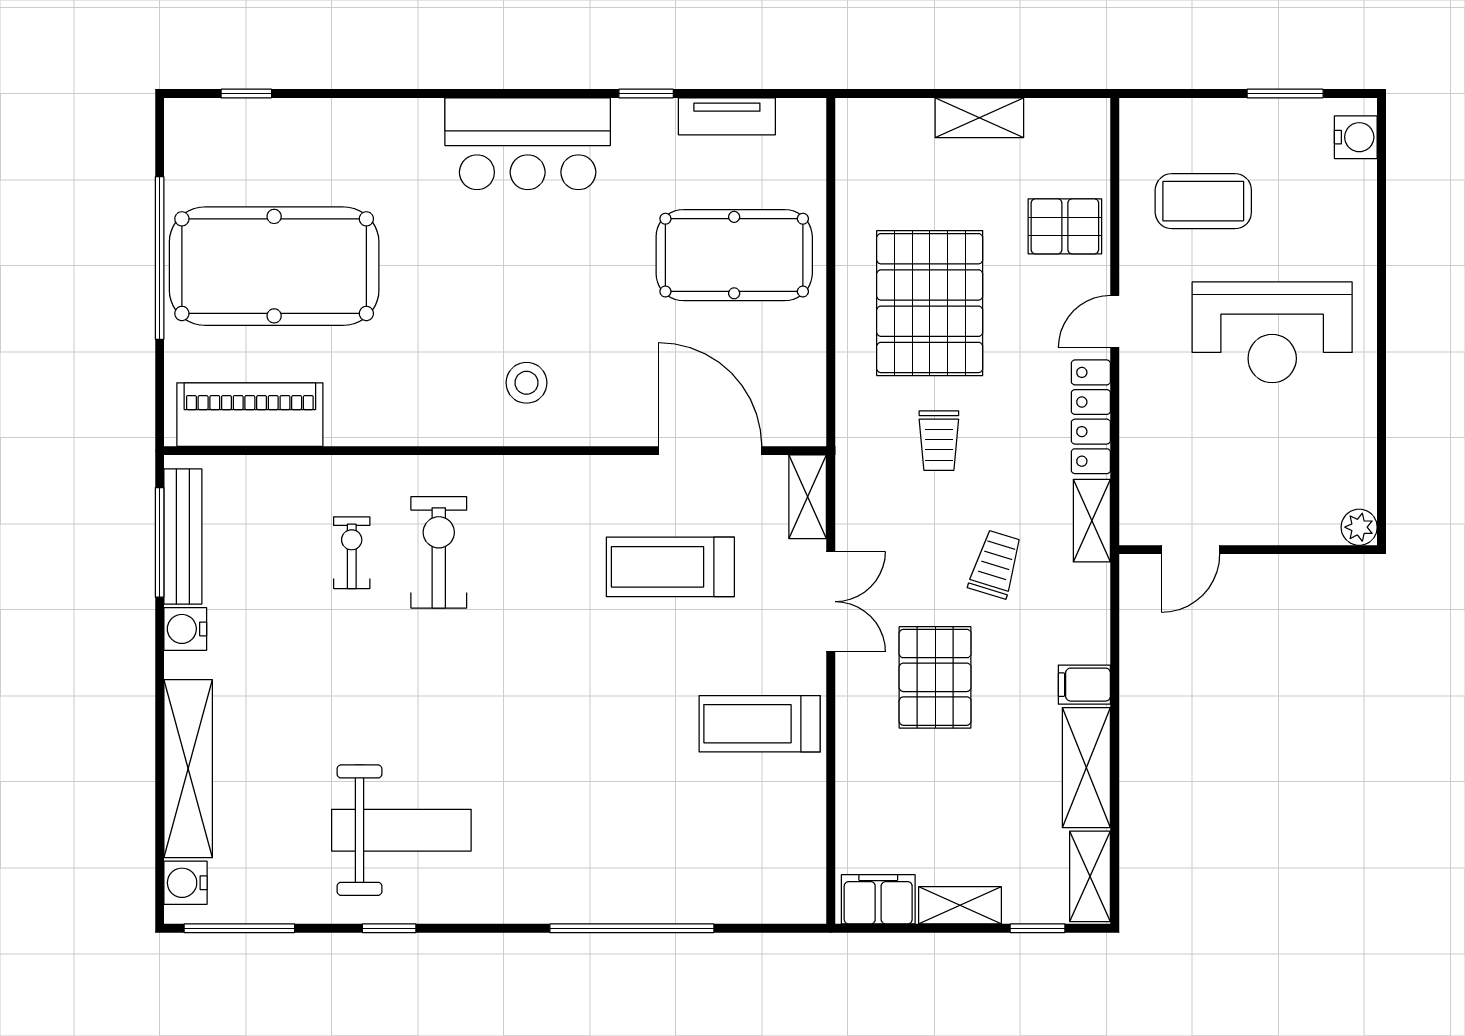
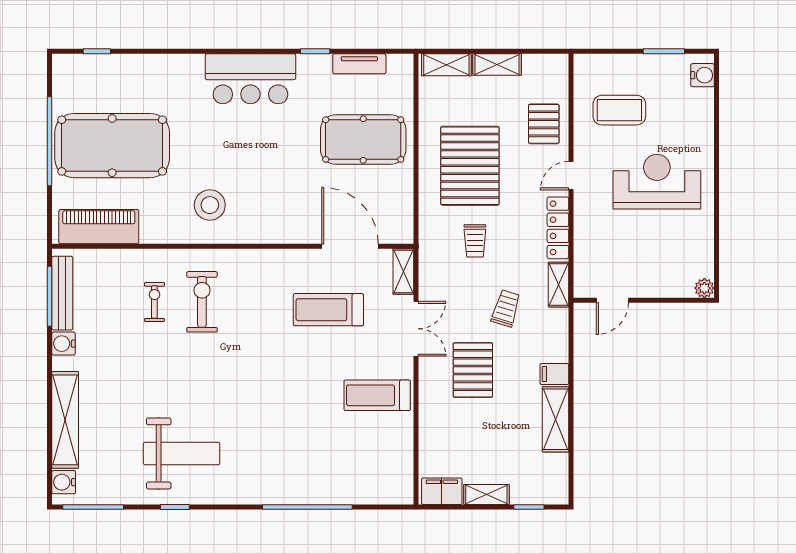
pallet: (1065, 226) -> (544, 124), turned 90
reception desk: (1272, 332) -> (657, 182), turned 180
stool: (527, 383) -> (210, 205), moved, width x1.38, depth x1.38
shelving: (1090, 876) -> (446, 65), moved, turned 90

